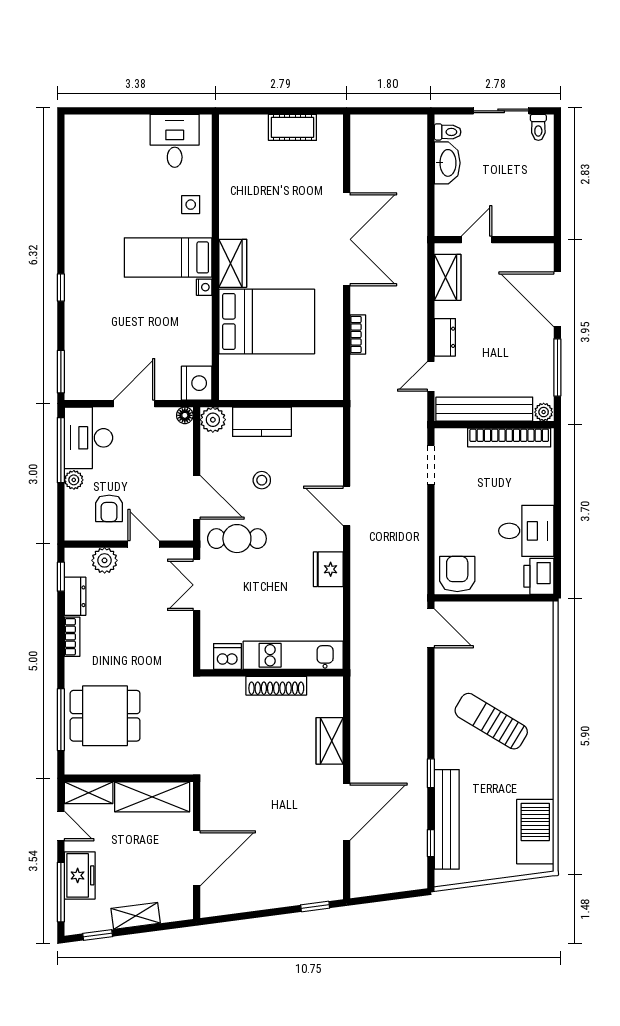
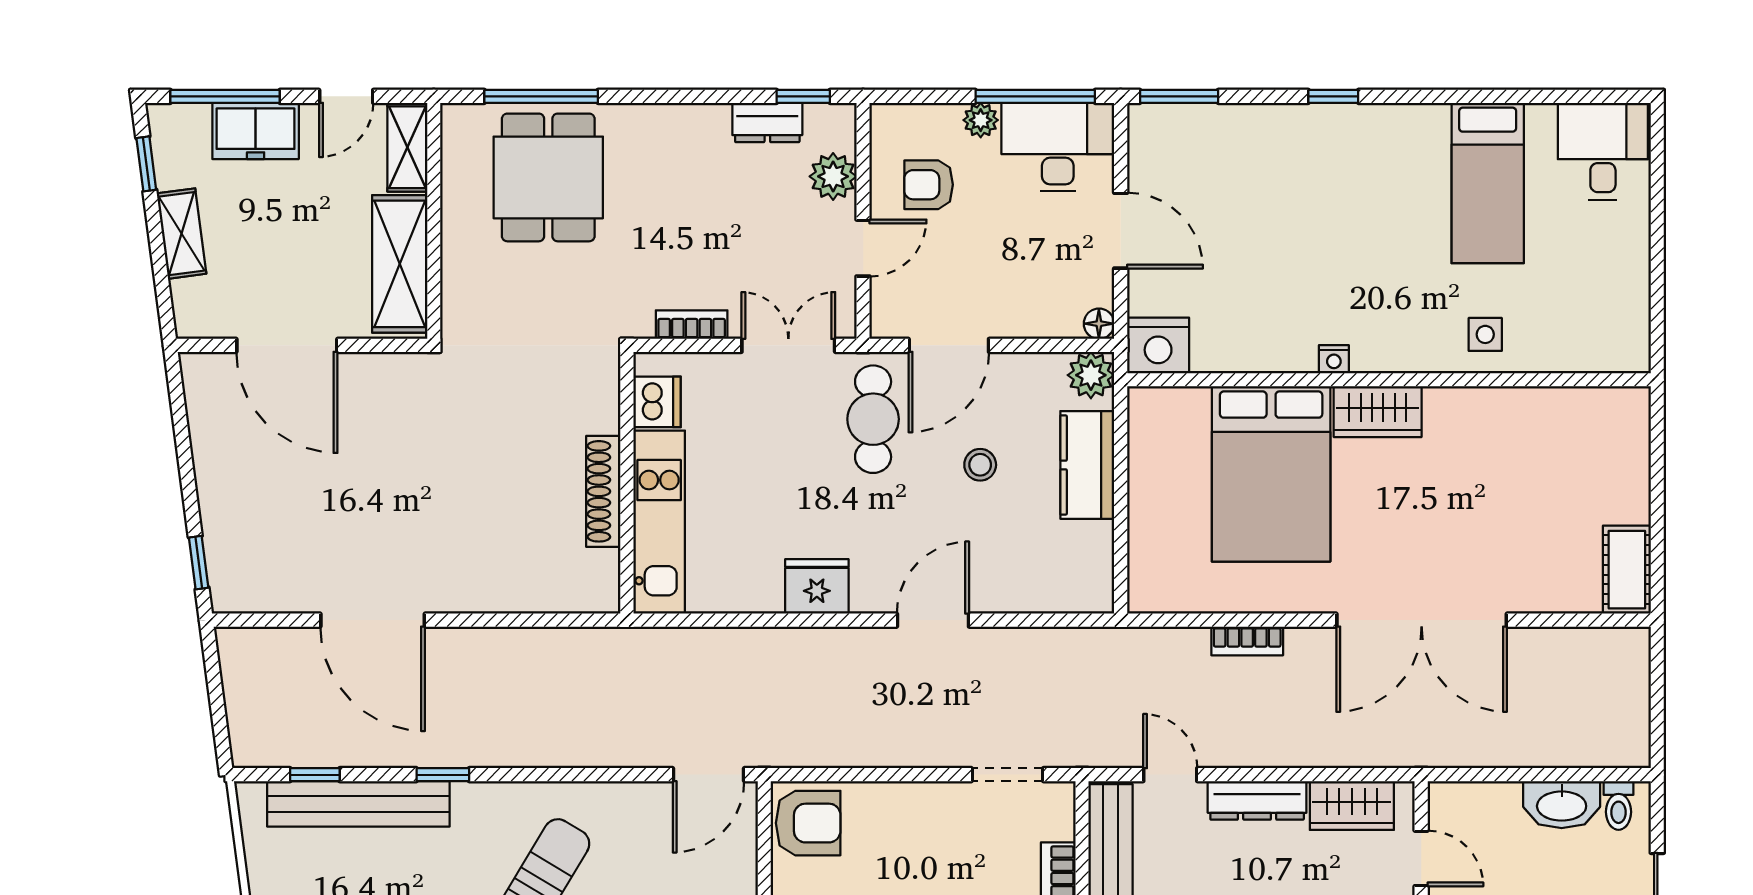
cot: (292, 127) -> (1627, 570), moved
desk: (175, 141) -> (1603, 151), moved, turned -90
bed: (168, 257) -> (1488, 183), moved, turned 180
dresser: (445, 337) -> (1257, 800), width x1.44
bookcase: (72, 637) -> (692, 325), moved, turned 180
wardrobe: (330, 741) -> (502, 589), removed

